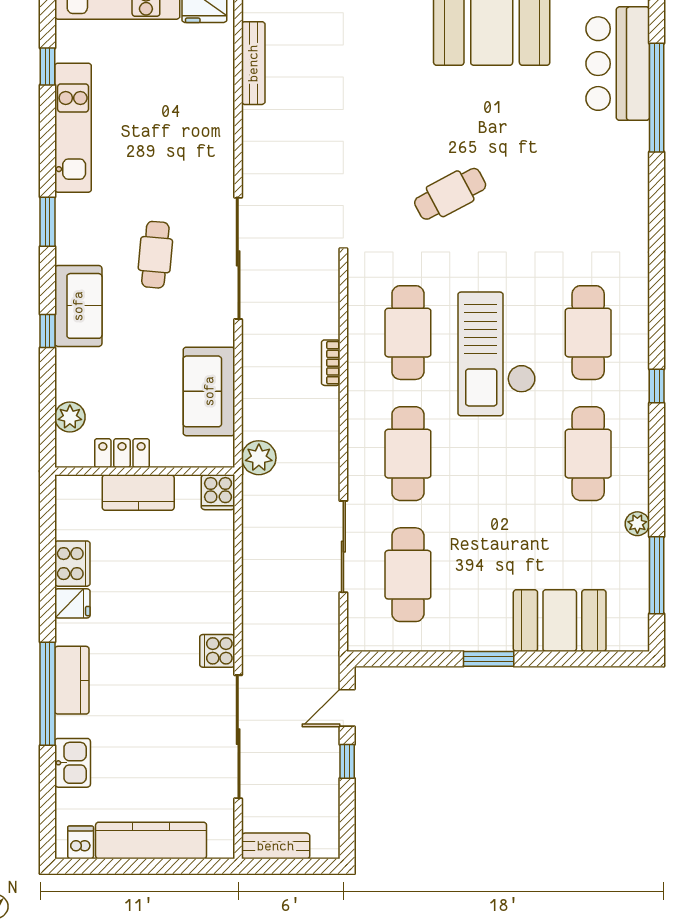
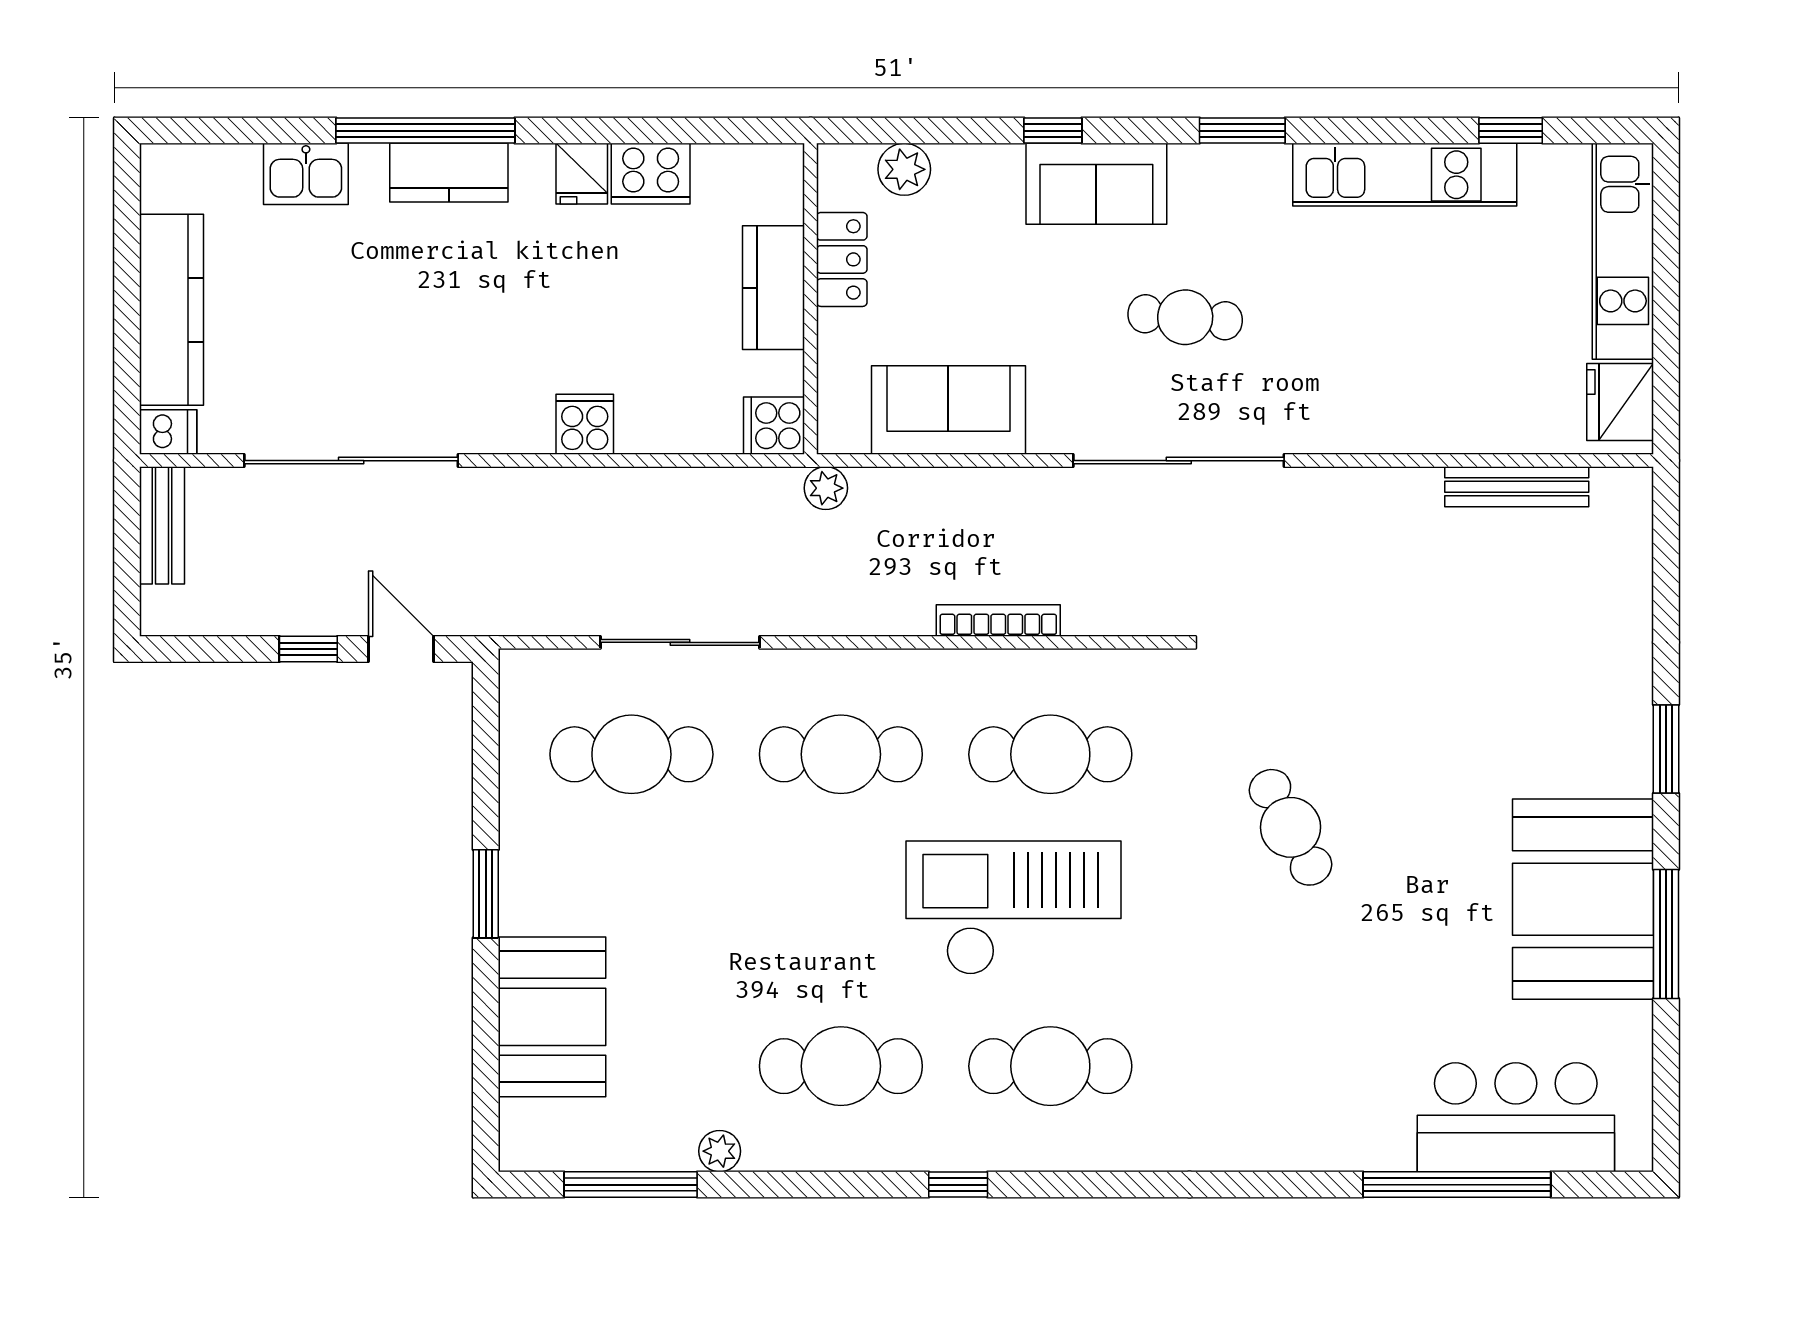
bookcase: (331, 363) -> (998, 621), width x1.56
plant: (259, 458) -> (826, 488), width x0.73, depth x0.73
cooker: (217, 651) -> (585, 424), moved
dishwasher: (81, 842) -> (168, 432), moved

